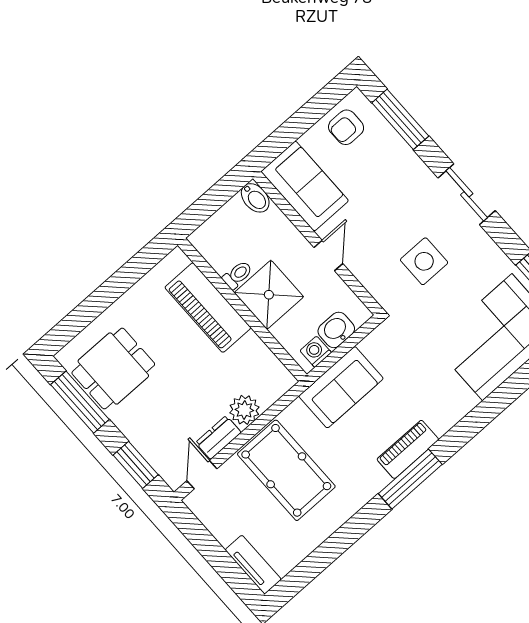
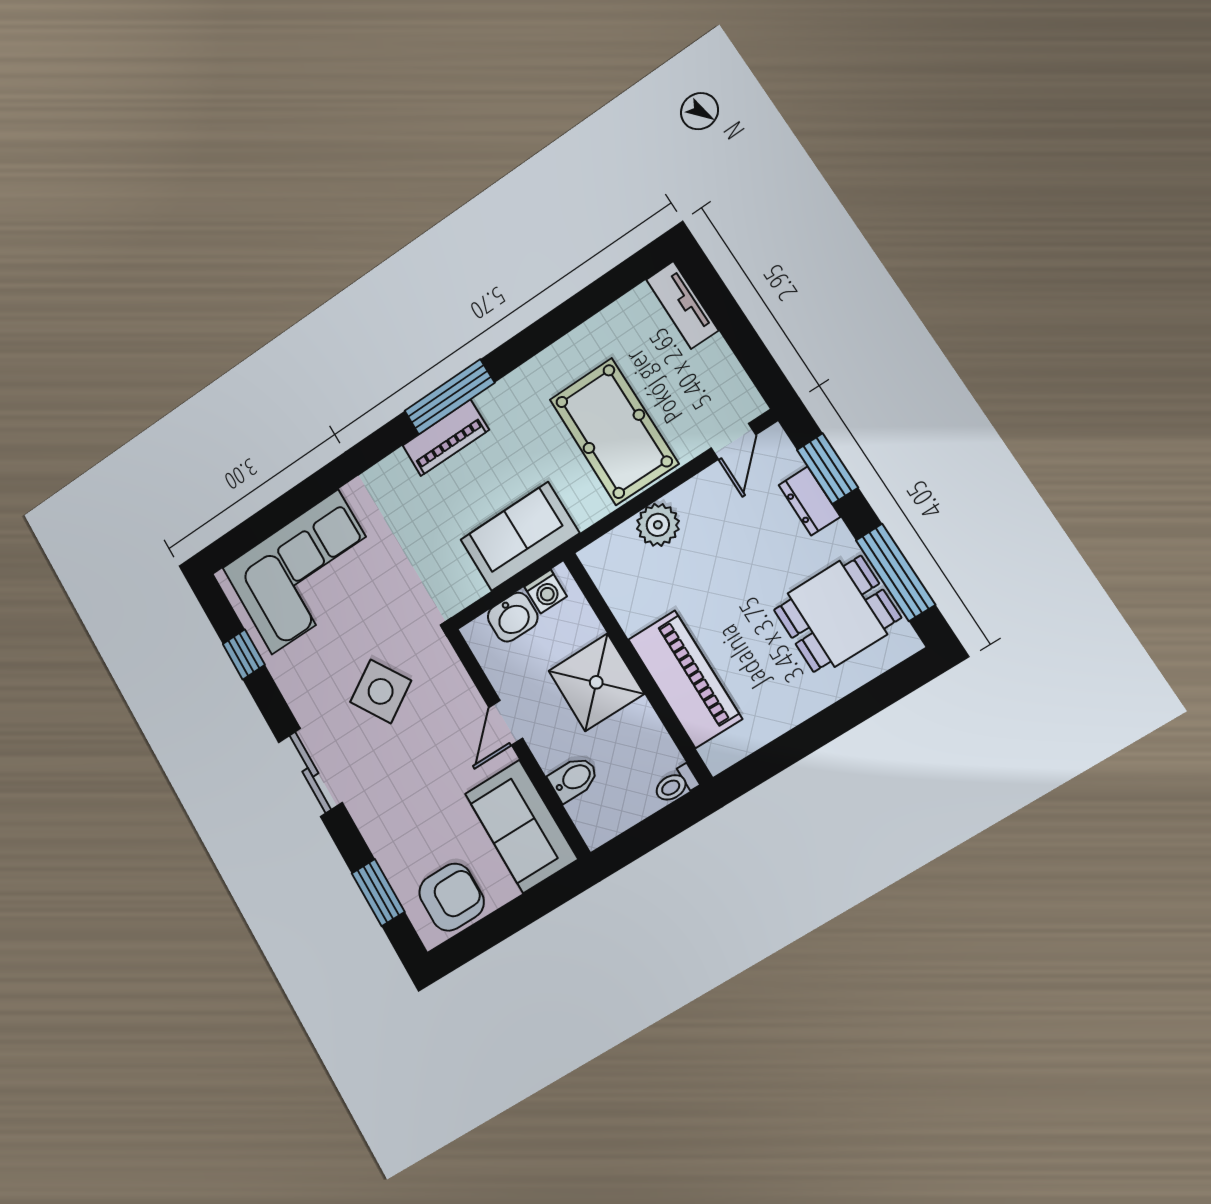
window: (400, 119) -> (378, 893), width x0.69
armchair: (346, 127) -> (451, 897), width x1.38, depth x1.38
bidet: (255, 198) -> (574, 779), moved, turned 90
side table: (424, 261) -> (381, 691), turned -32
toilet: (237, 275) -> (676, 785), moved
dresser: (218, 438) -> (809, 501), moved, turned 90

